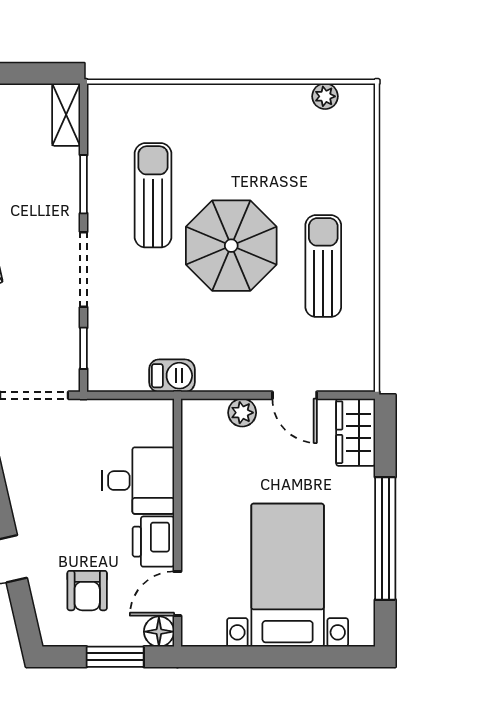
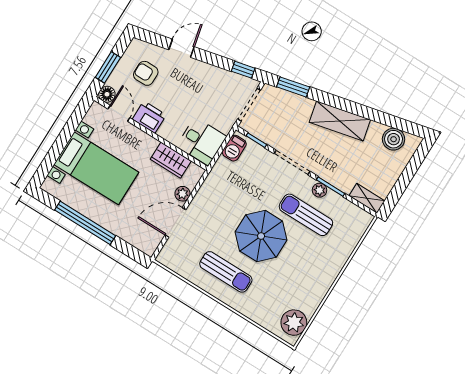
plant: (325, 96) -> (294, 323), width x1.88, depth x1.88
sun lounger: (153, 195) -> (306, 215), turned 180
plant: (100, 198) -> (320, 190), added
barbecue: (172, 376) -> (234, 148), moved
door: (295, 395) -> (176, 222), width x1.38
wardrobe: (356, 432) -> (171, 160), moved, turned 180
desk: (138, 481) -> (202, 141), moved, turned -90

